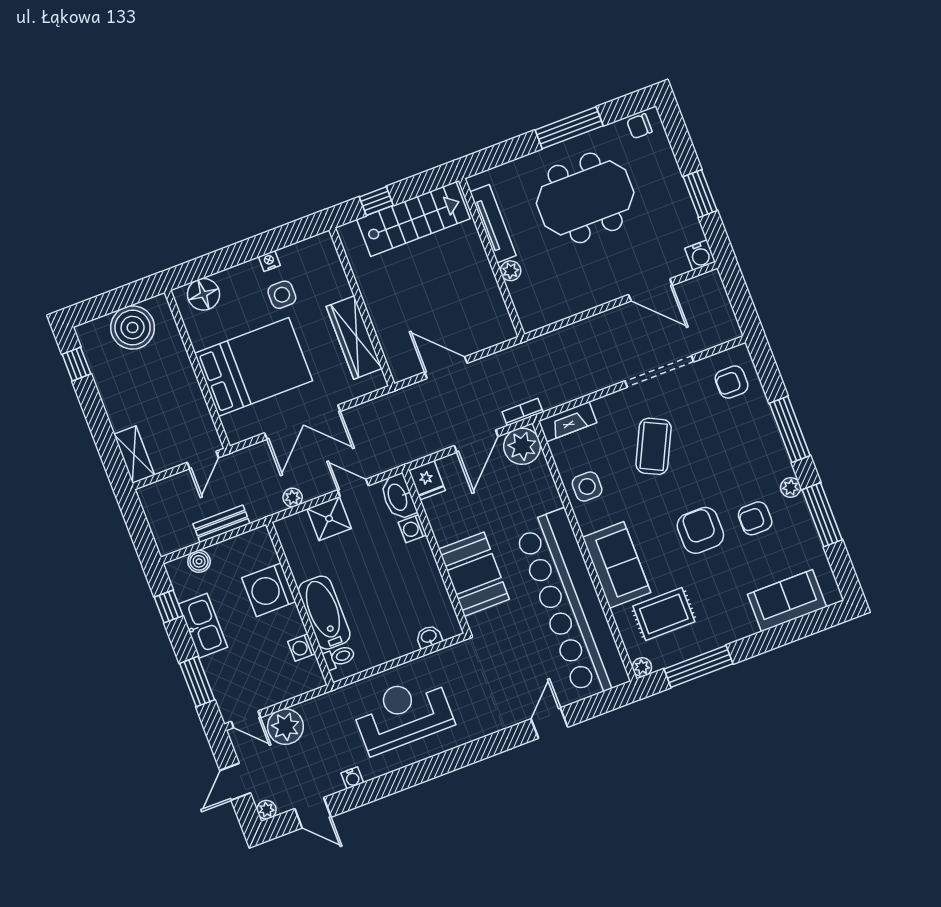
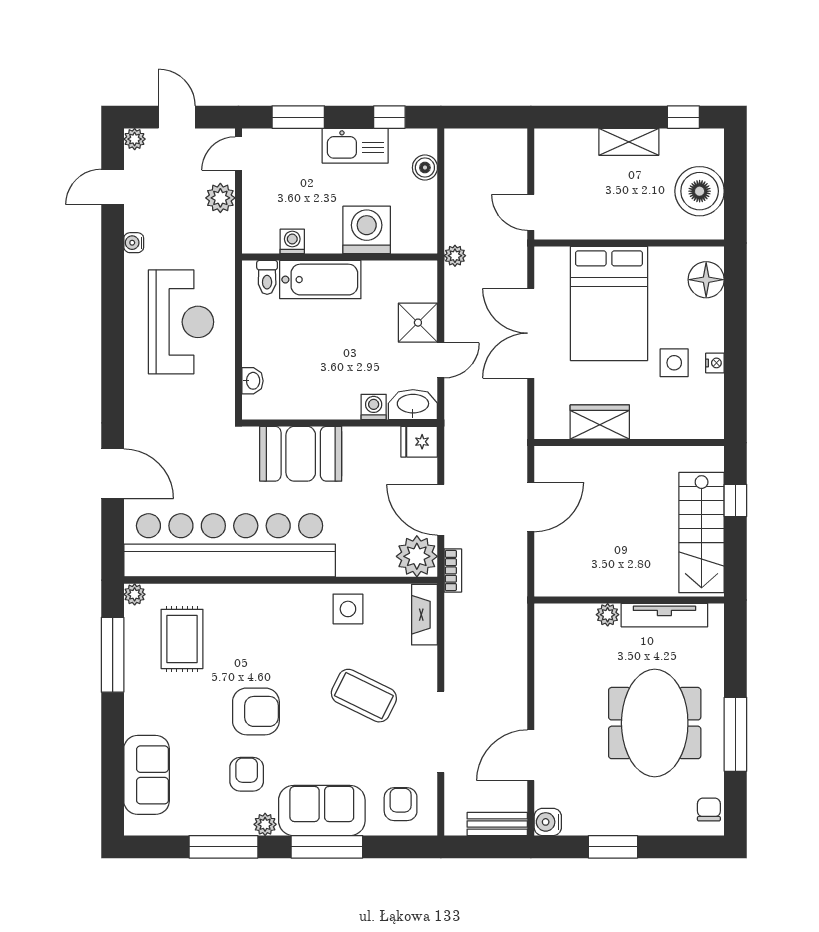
wardrobe: (354, 338) -> (600, 422), width x0.67
shelving: (134, 455) -> (629, 142), moved
plant: (293, 497) -> (455, 256), moved
bench: (221, 524) -> (497, 824), moved, turned 90
sofa: (617, 565) -> (322, 811), moved, turned 180
door: (549, 723) -> (113, 474), width x1.38
plant: (285, 727) -> (220, 198), width x0.73, depth x0.73

